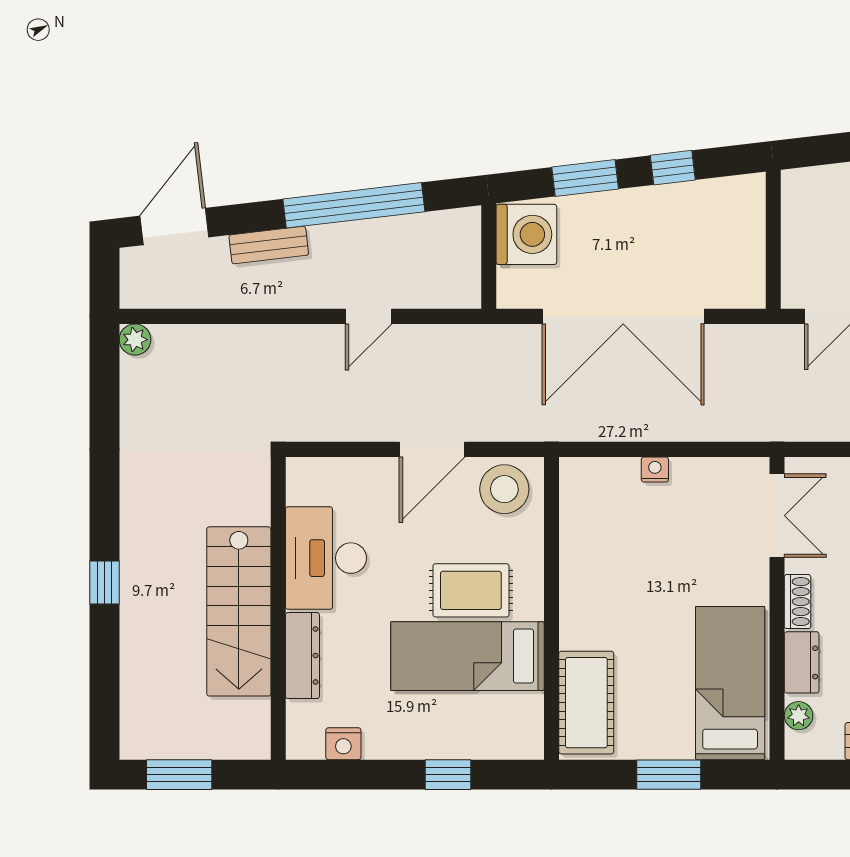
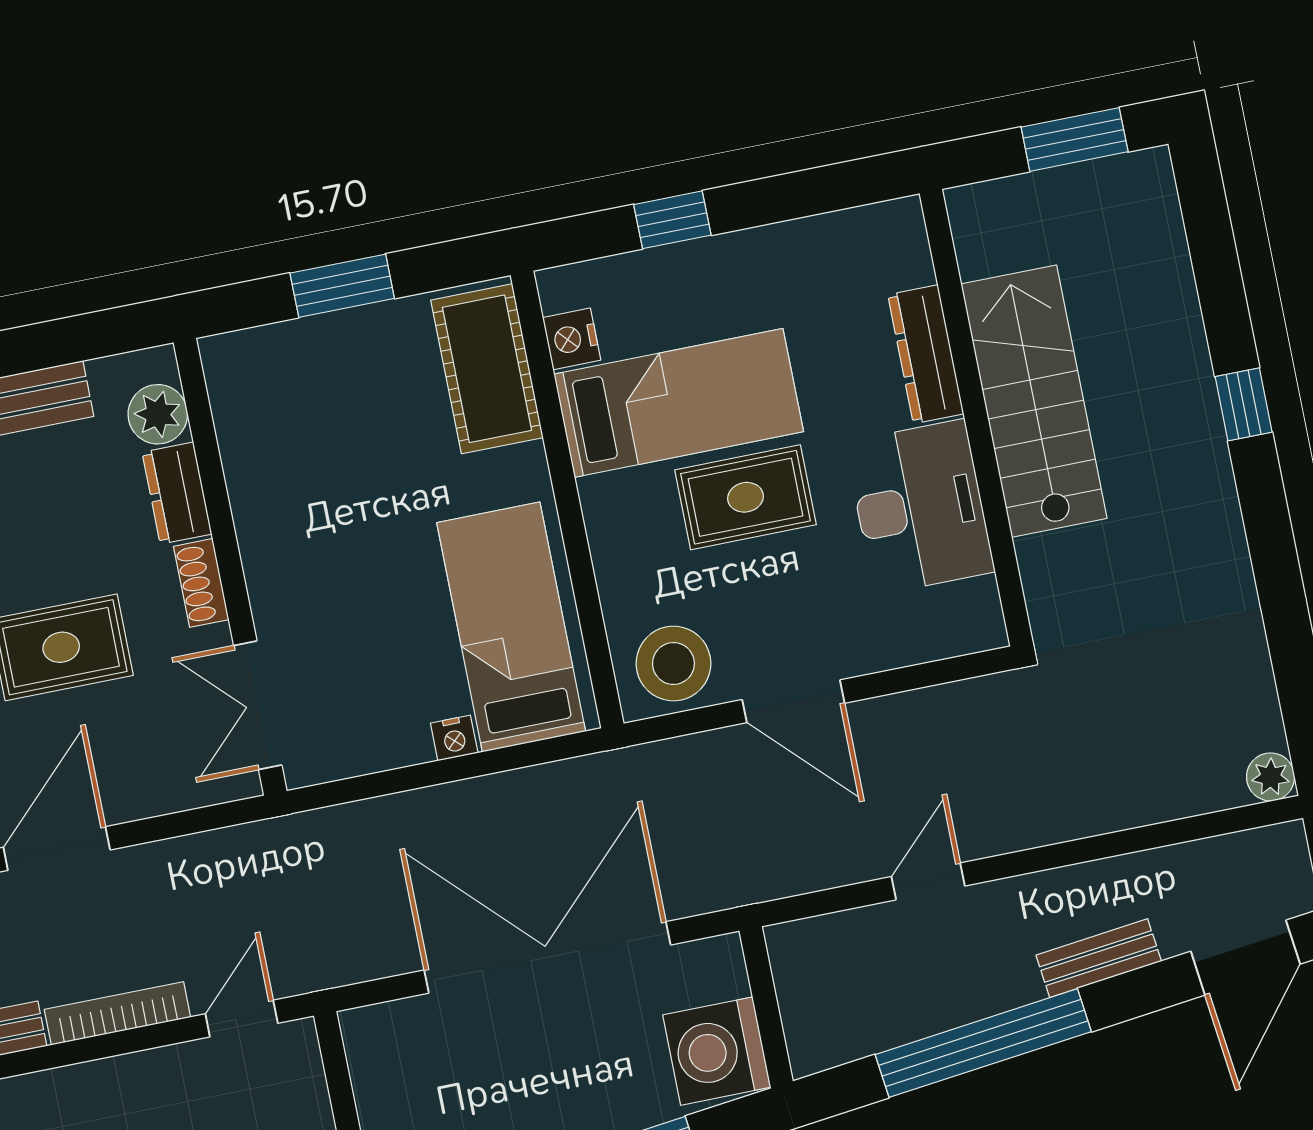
door: (432, 449) -> (793, 701), swing flipped
rug: (471, 590) -> (746, 497), moved
bed: (730, 683) -> (511, 627), moved, turned 180
plant: (799, 716) -> (158, 414), width x1.38, depth x1.38
nightstand: (343, 744) -> (572, 339), moved, turned -90

